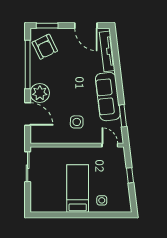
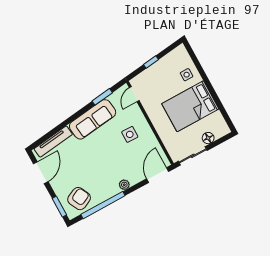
plant: (40, 93) -> (124, 185), width x0.53, depth x0.53
door: (28, 114) -> (158, 175), moved
bed: (78, 188) -> (190, 106), width x1.50
floor lamp: (36, 189) -> (208, 138), added

